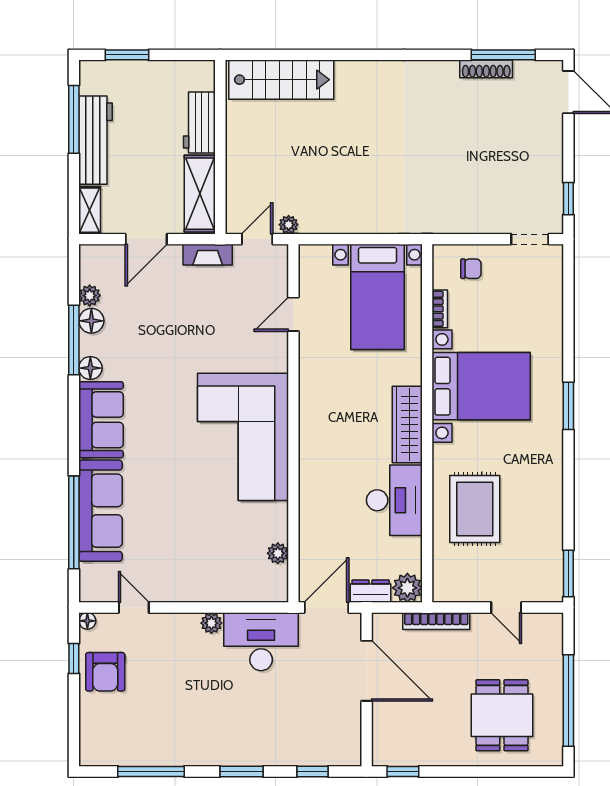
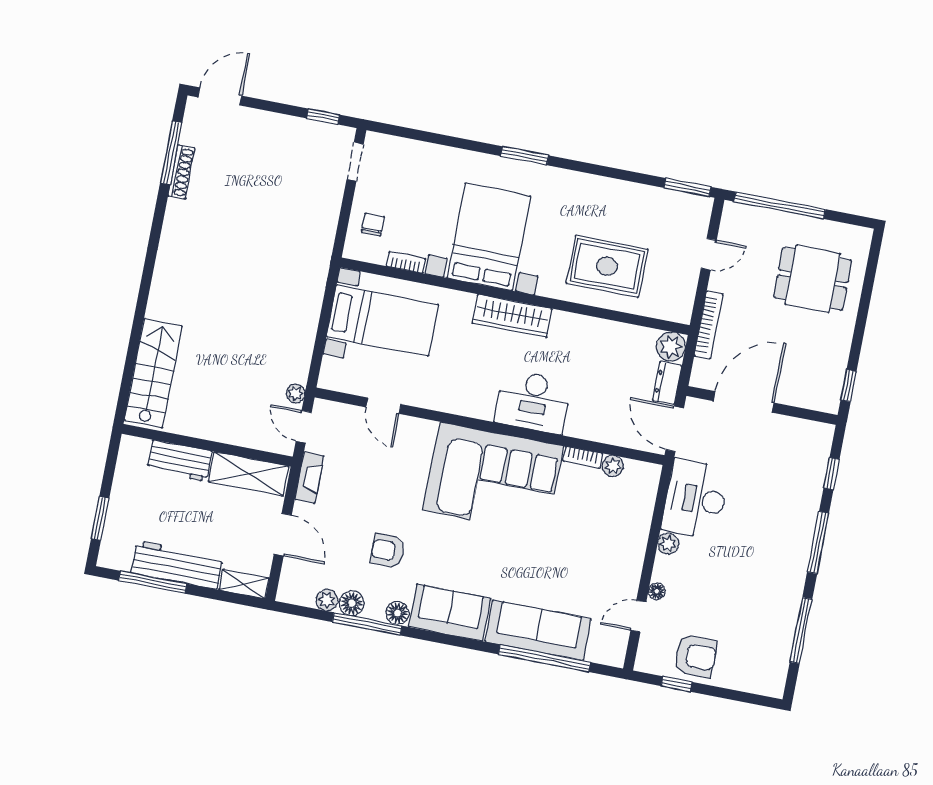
armchair: (150, 346) -> (388, 551), added
desk: (394, 500) -> (533, 402), moved, turned 180
bookcase: (281, 522) -> (583, 457), added
floor lamp: (87, 621) -> (657, 591), moved
window: (568, 700) -> (780, 205), moved
window: (241, 772) -> (818, 543), width x1.44

